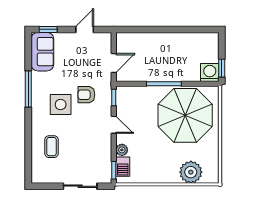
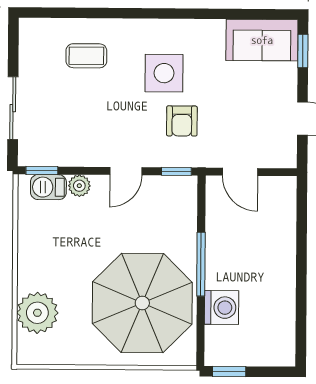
washing machine: (210, 73) -> (221, 308), moved
window: (28, 89) -> (193, 14), removed
armchair: (86, 95) -> (182, 121), turned 180

